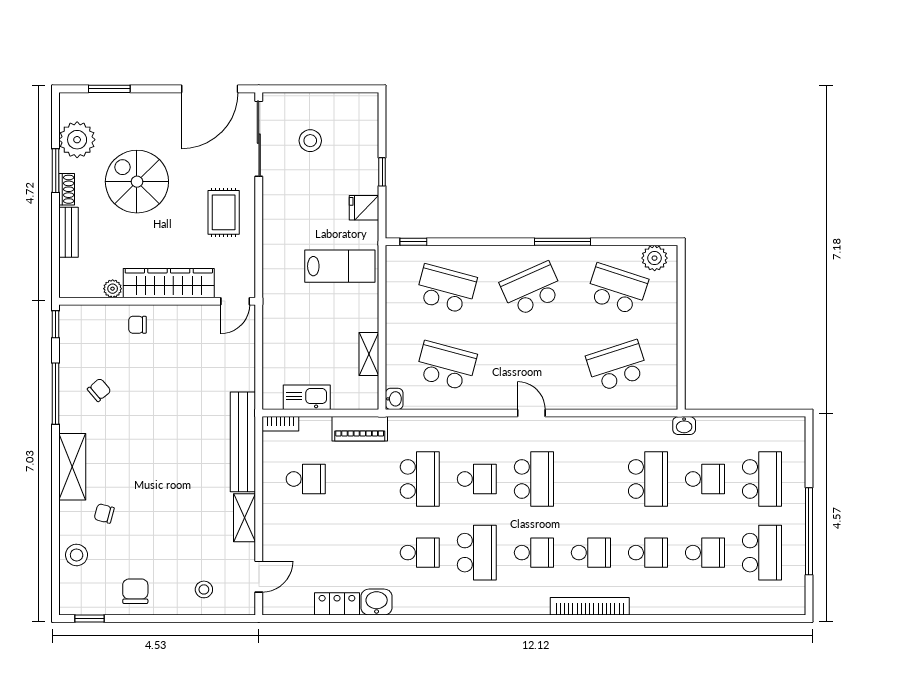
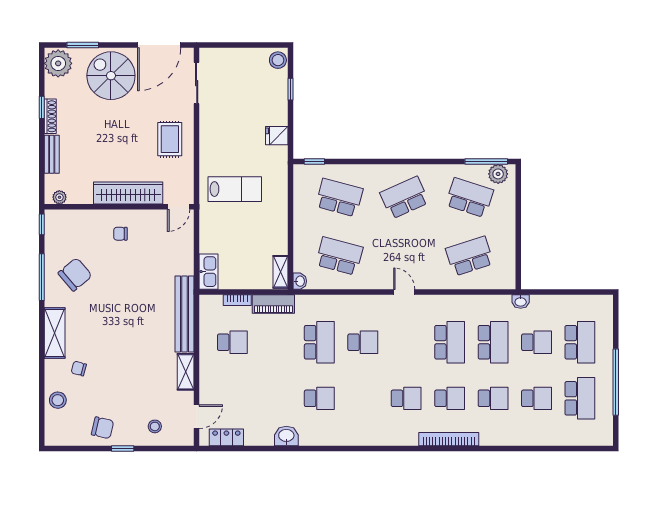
sliding door: (259, 139) -> (197, 83), width x0.73
plant: (77, 140) -> (58, 63), moved
stool: (310, 141) -> (278, 60), moved
window: (56, 171) -> (42, 107), width x0.67
window: (382, 172) -> (291, 89), moved
spiral stairs: (137, 182) -> (111, 76), moved
shoe rack: (67, 189) -> (50, 116), width x1.43
window: (563, 242) -> (486, 162), moved
lab bench: (340, 266) -> (235, 189), moved
plant: (113, 289) -> (59, 197), moved
chair: (137, 325) -> (120, 234), moved
shelving: (369, 354) -> (280, 272), moved
chair: (99, 390) -> (75, 274), width x1.87, depth x1.87
kitchen sink: (307, 397) -> (209, 272), moved, turned 90
bookcase: (280, 424) -> (237, 300), moved
school desk: (534, 479) -> (450, 342), moved
school desk: (477, 553) -> (363, 398), removed
chair: (135, 591) -> (103, 428), turned 103
locker: (337, 604) -> (226, 437), moved
window: (90, 619) -> (123, 449), moved

